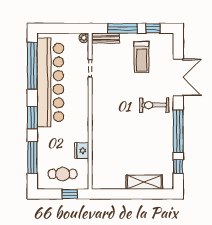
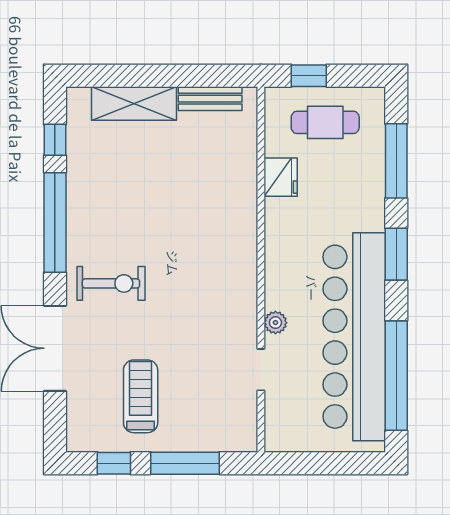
plant: (84, 38) -> (275, 323), moved
bench: (106, 38) -> (210, 99), moved

